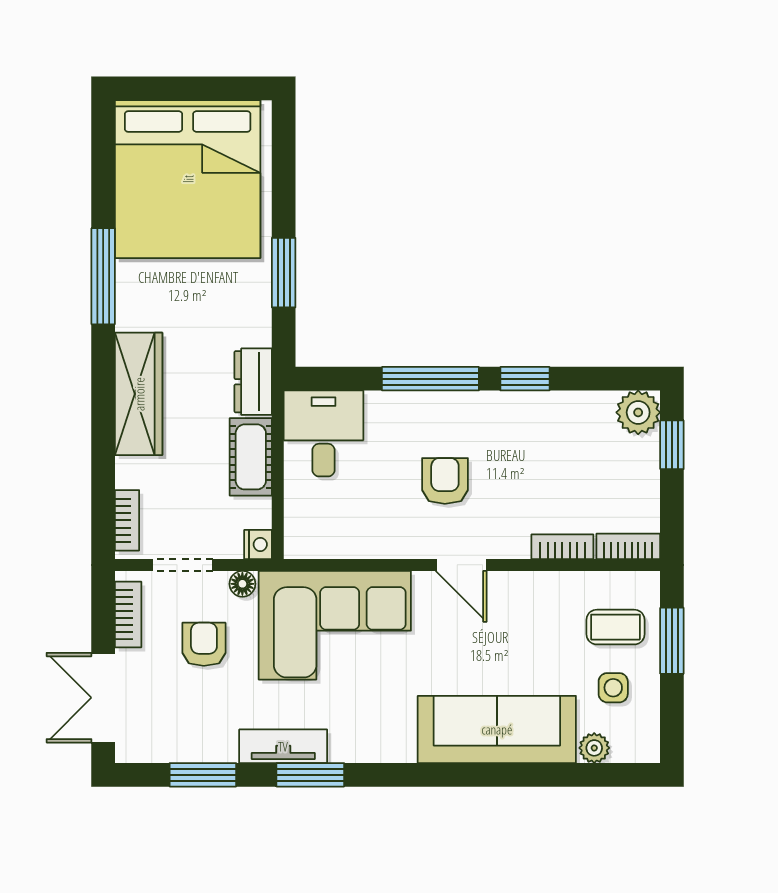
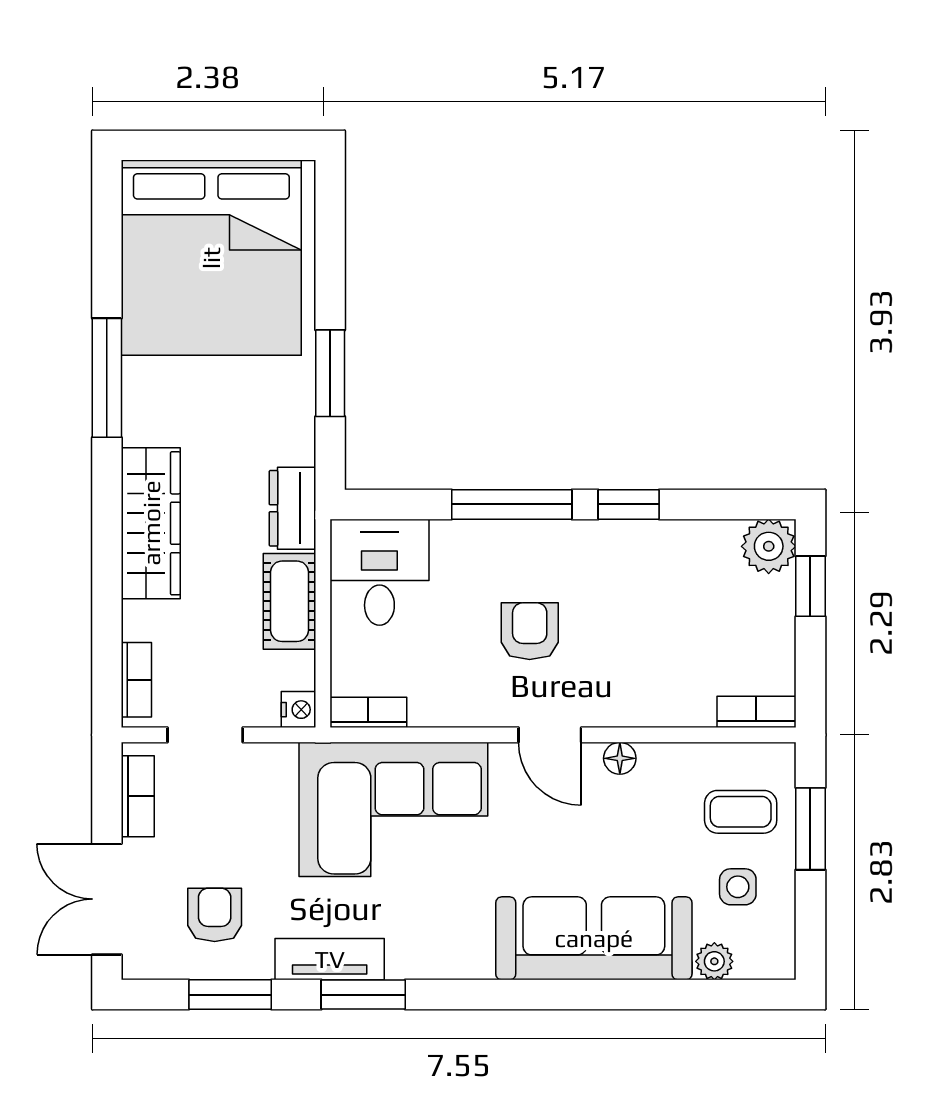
bookcase: (562, 547) -> (368, 712), moved
floor lamp: (242, 584) -> (620, 758), moved
armchair: (204, 644) -> (215, 915), moved

